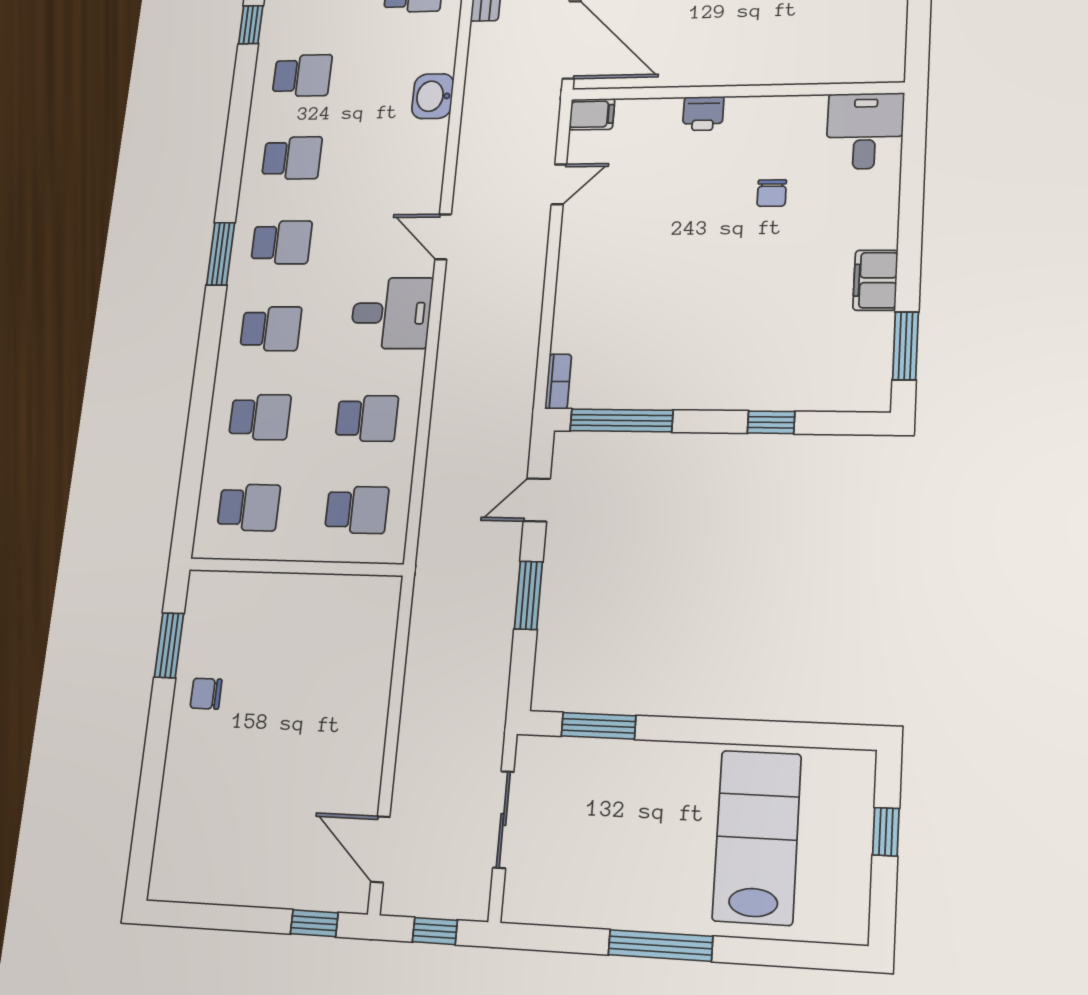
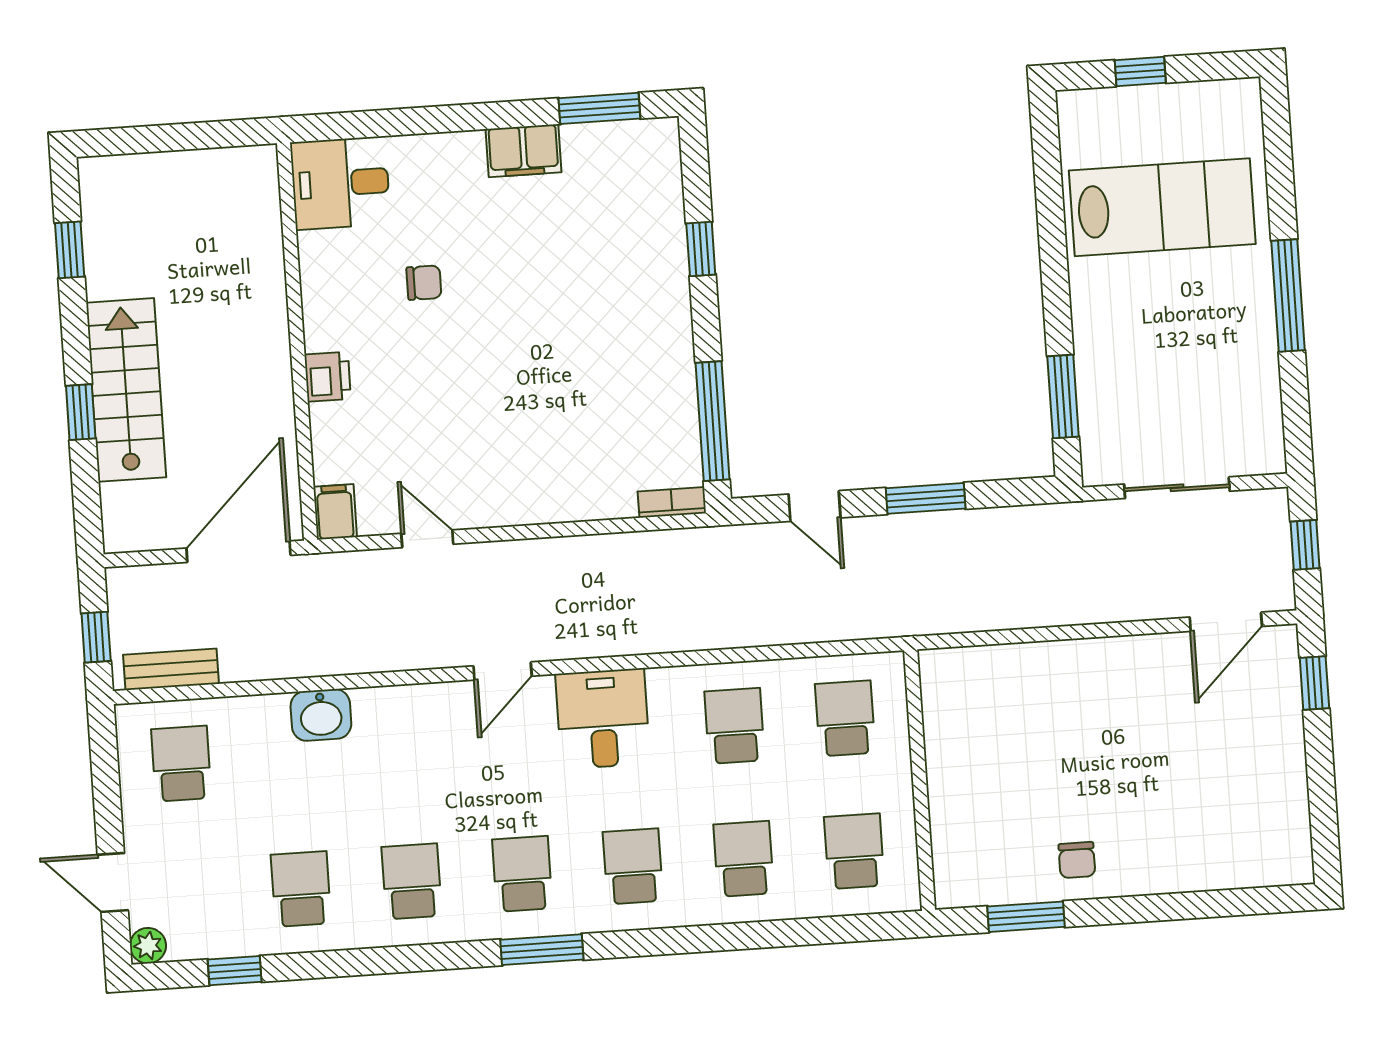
lab bench: (757, 837) -> (1162, 207), turned 180

